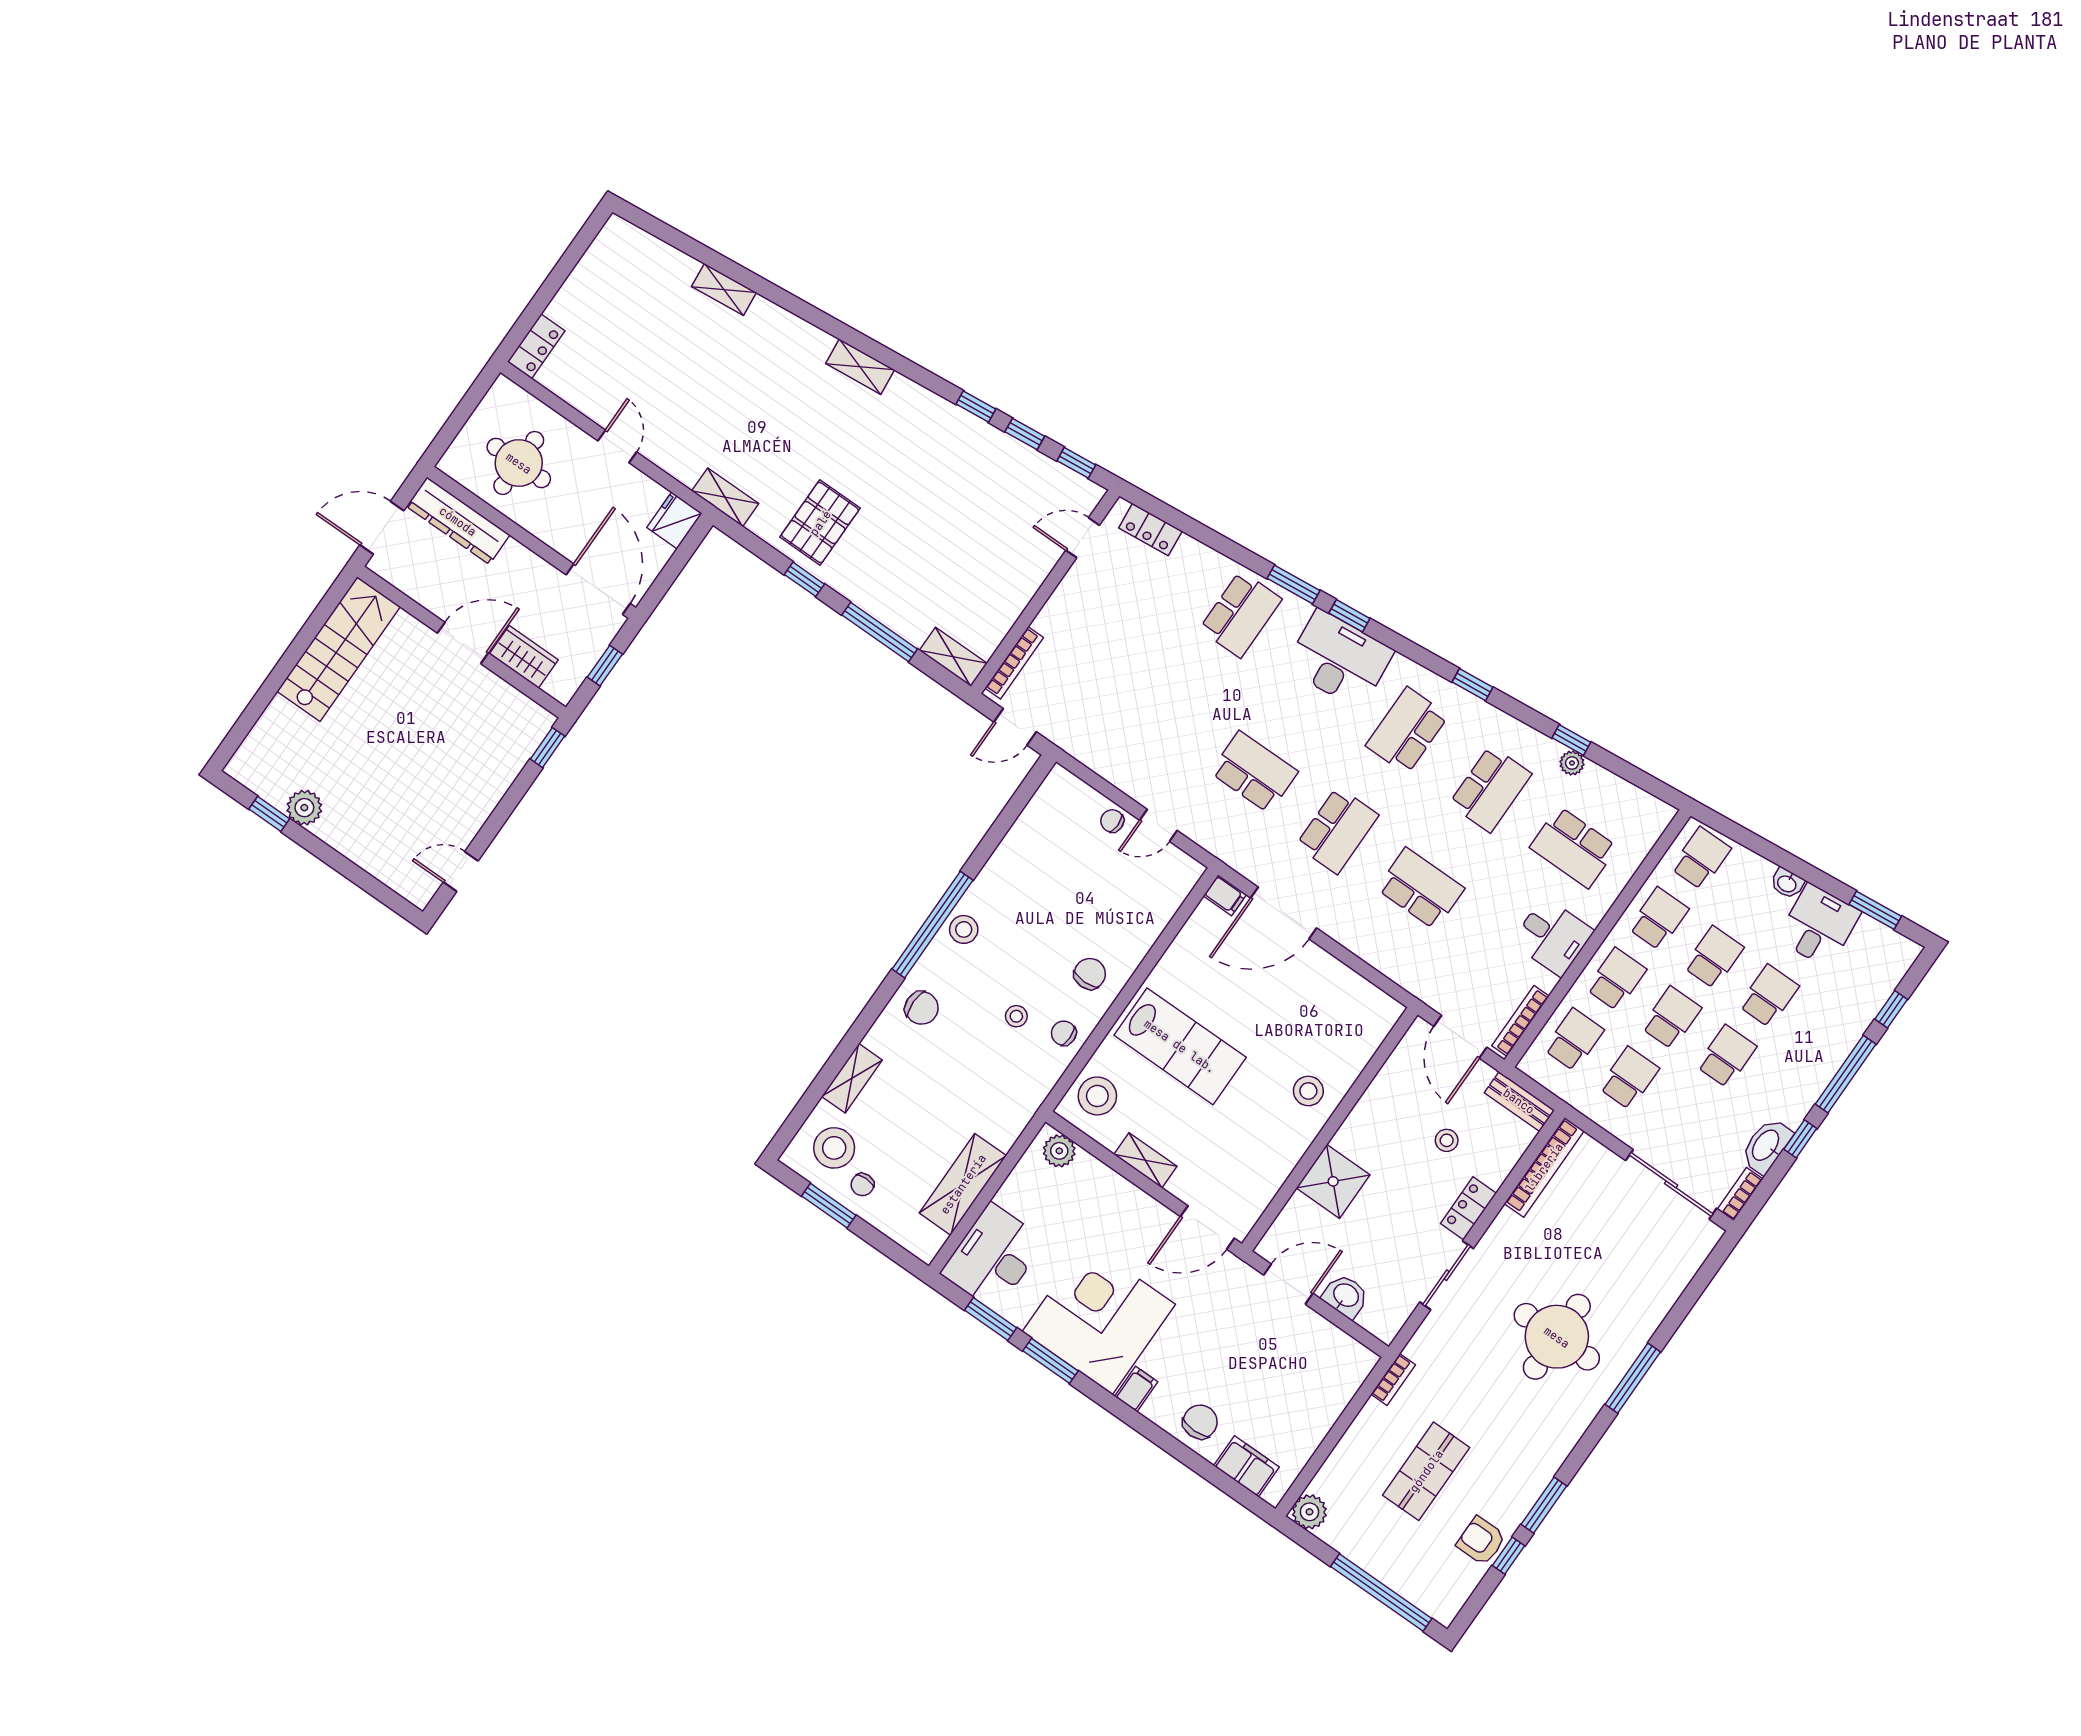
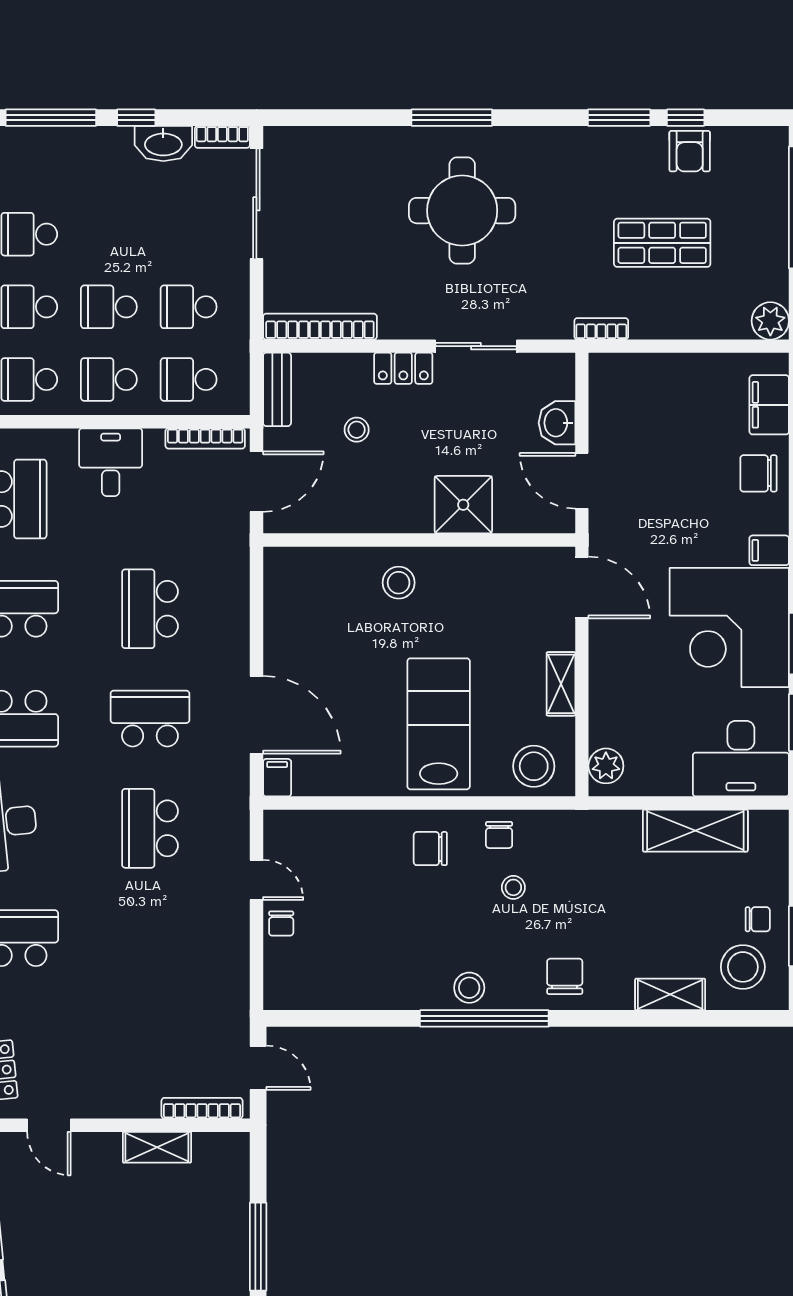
shelving: (953, 657) -> (157, 1147), moved, turned 90
school desk: (1726, 1056) -> (109, 234), removed

